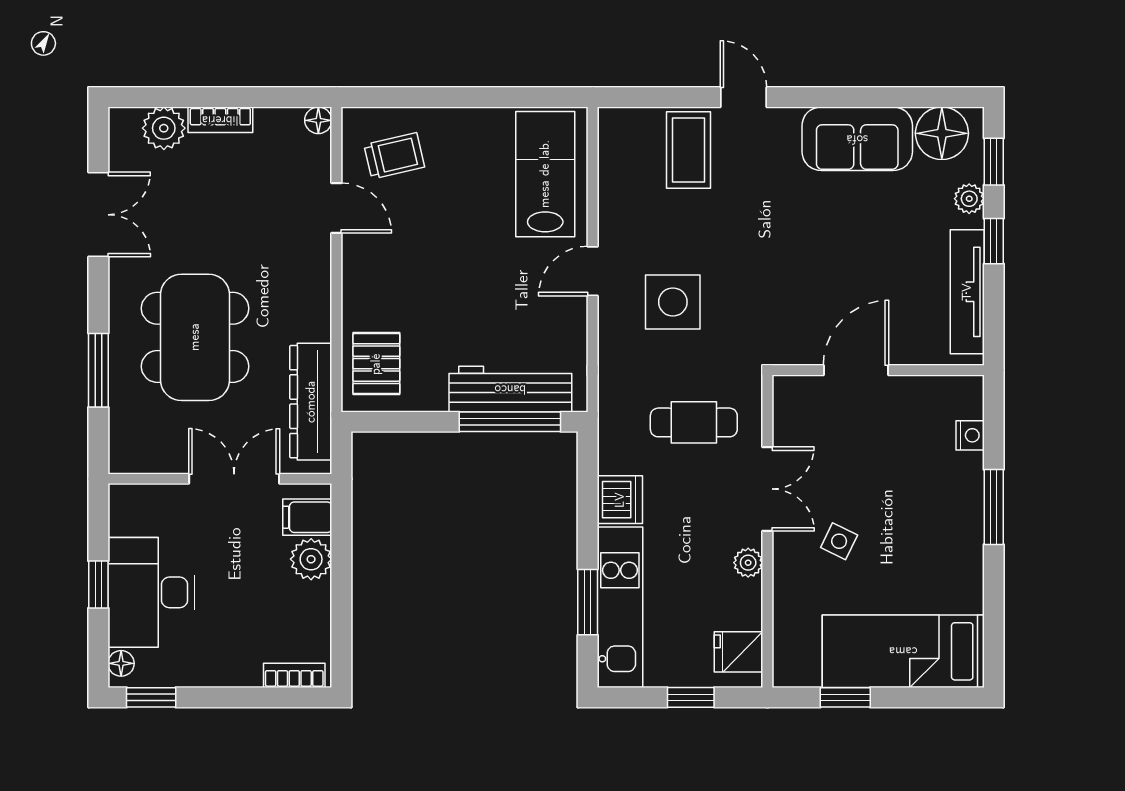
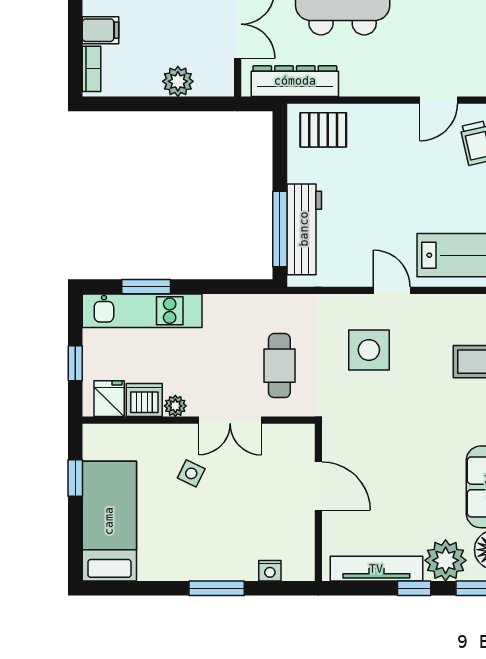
plant: (969, 199) -> (446, 560), width x1.88, depth x1.88
dishwasher: (620, 500) -> (144, 400), moved, turned 180
filing cabinet: (307, 517) -> (101, 30), moved, turned 90

